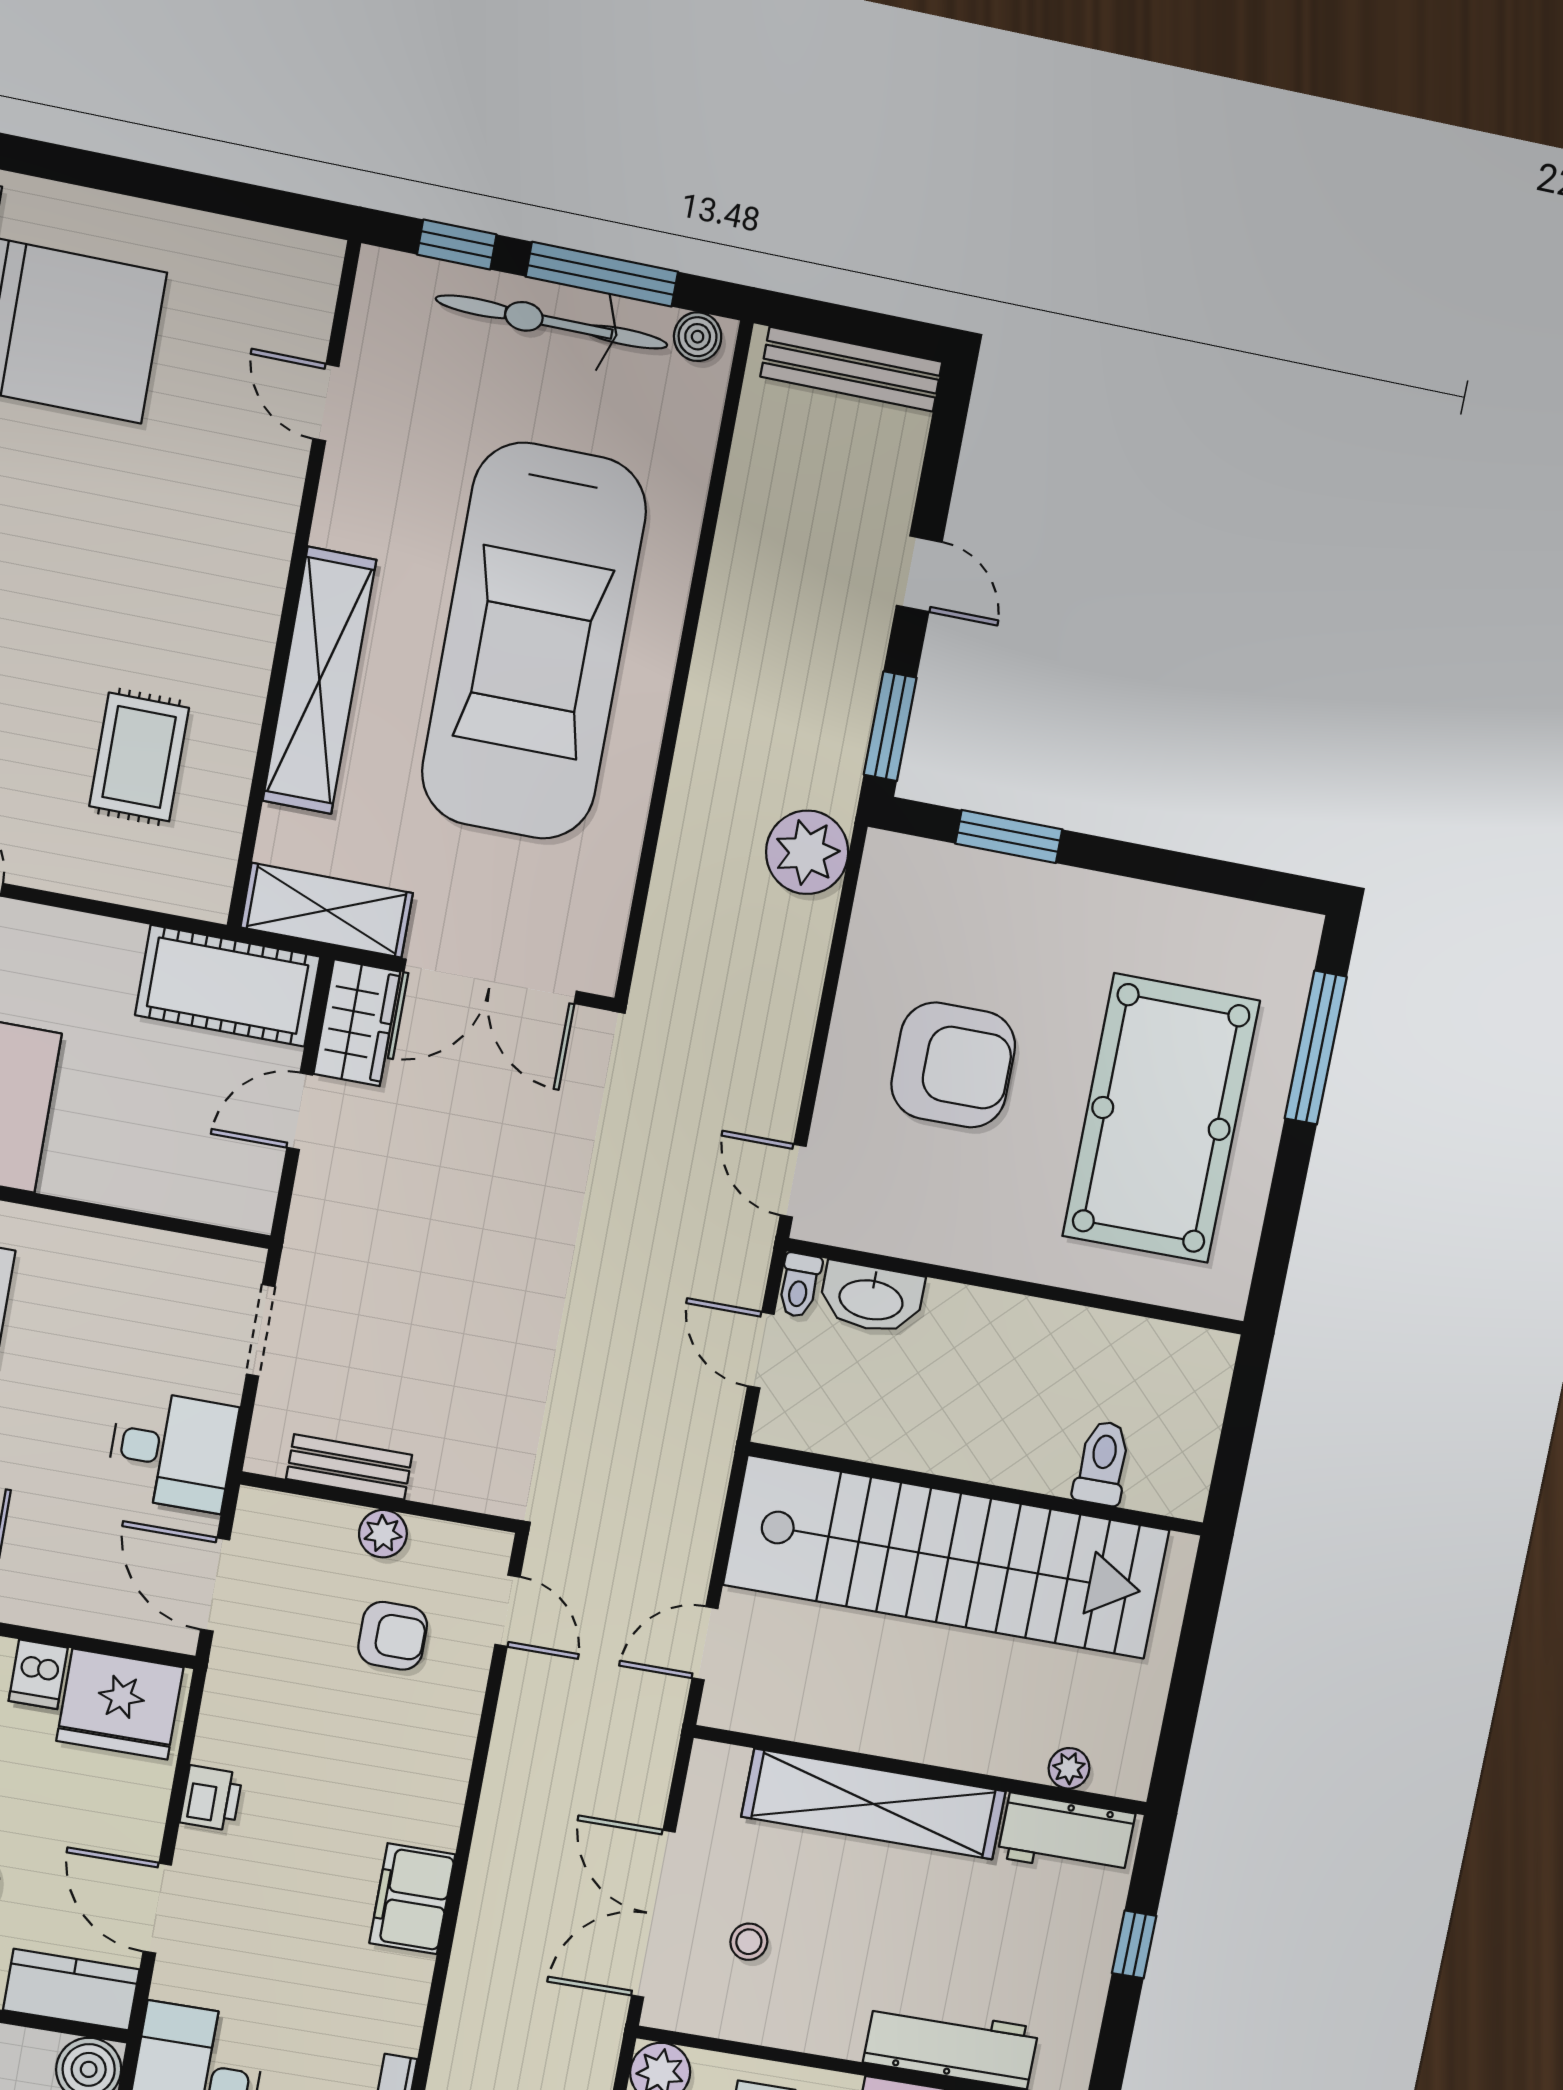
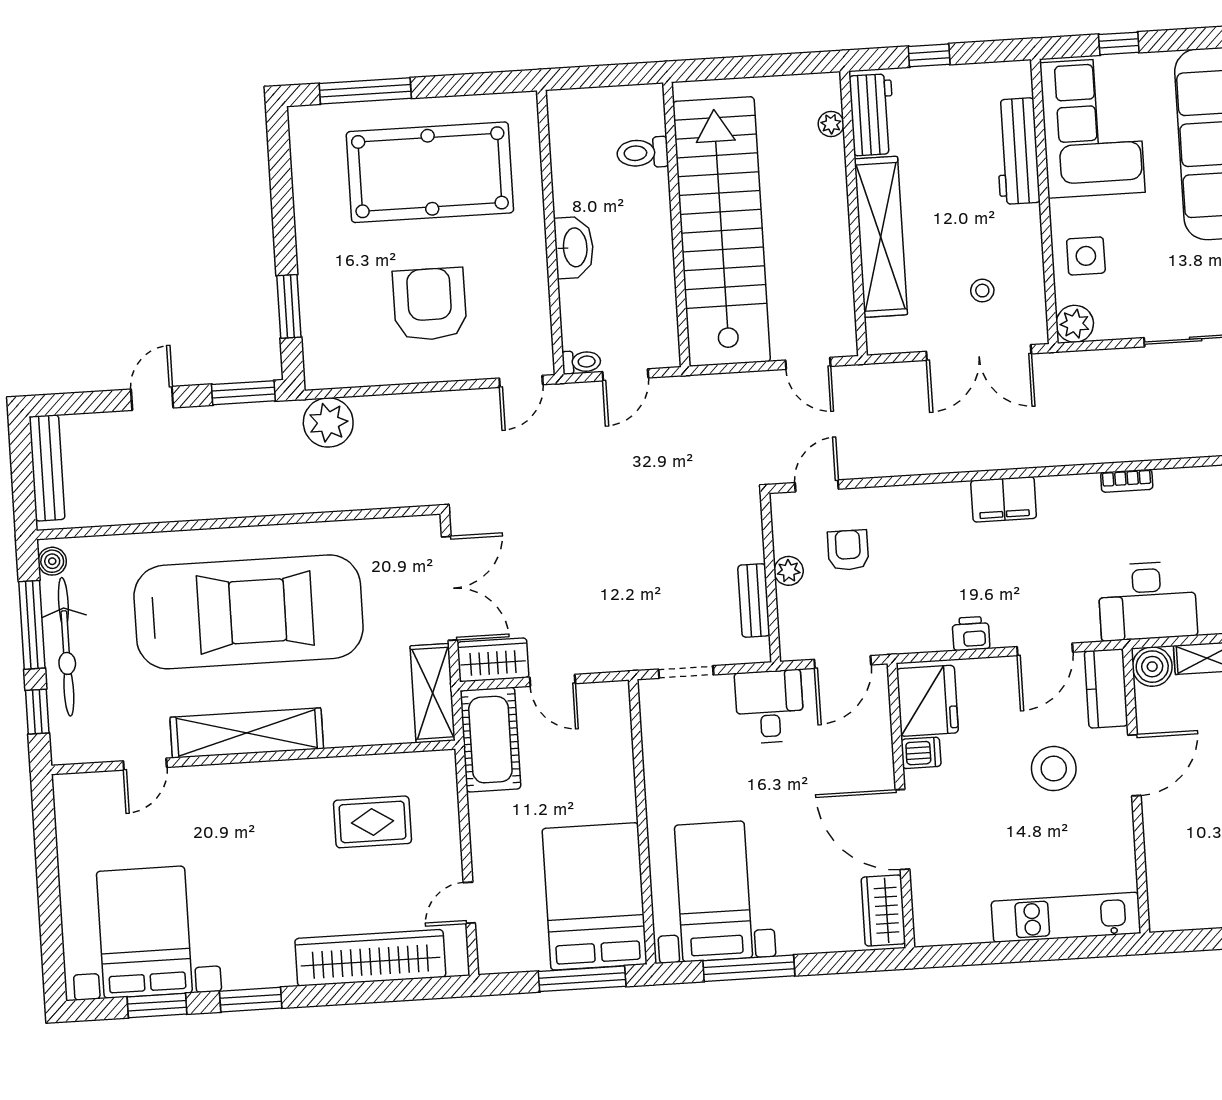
shelving: (319, 681) -> (247, 733), moved
washbasin: (871, 1298) -> (574, 247), moved

